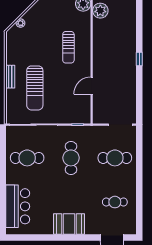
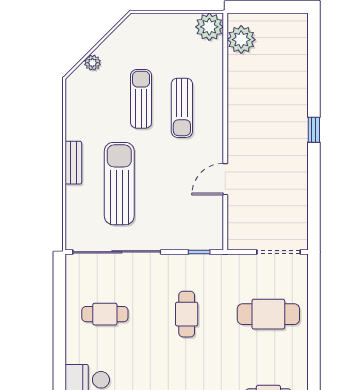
sun lounger: (47, 42) -> (141, 99), added
sun lounger: (35, 88) -> (119, 184), turned 180
cafe table: (27, 158) -> (105, 314), width x0.73, depth x0.74
cafe table: (71, 158) -> (187, 314), width x0.73, depth x0.74

